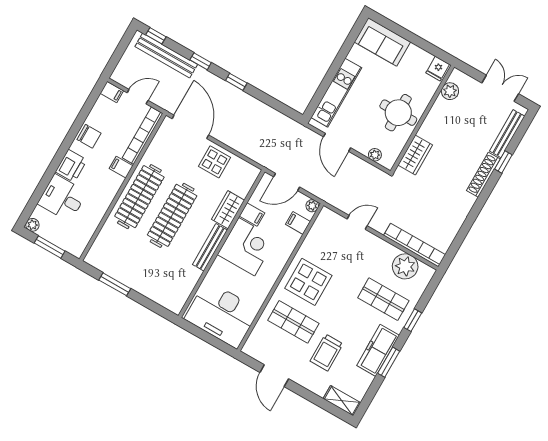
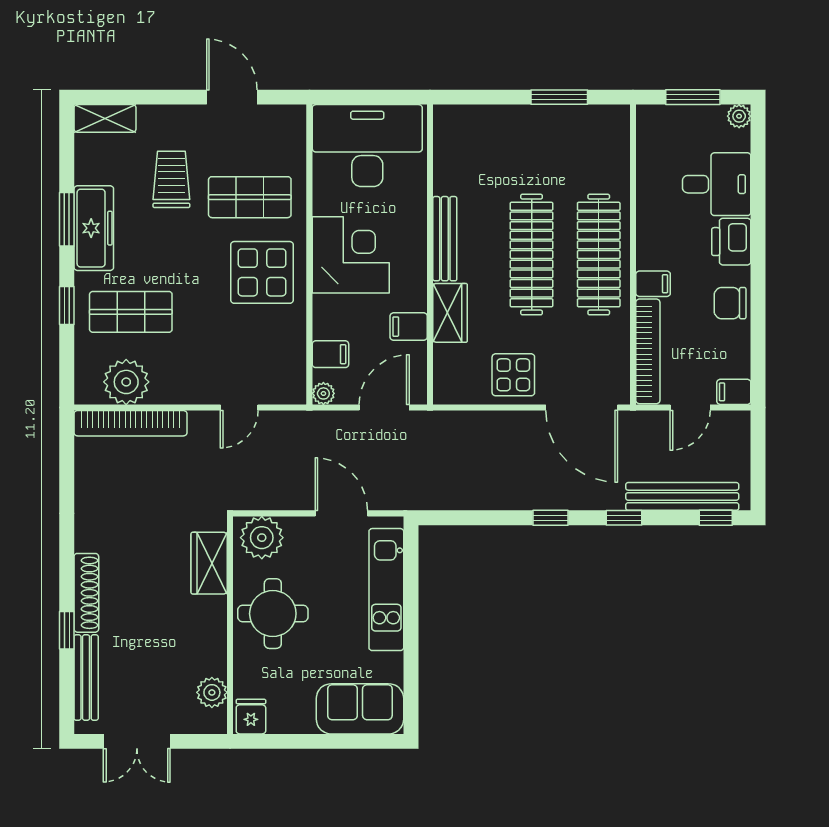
plant: (375, 155) -> (262, 538), width x1.88, depth x1.88
corner desk: (247, 247) -> (351, 255), moved, turned 180

